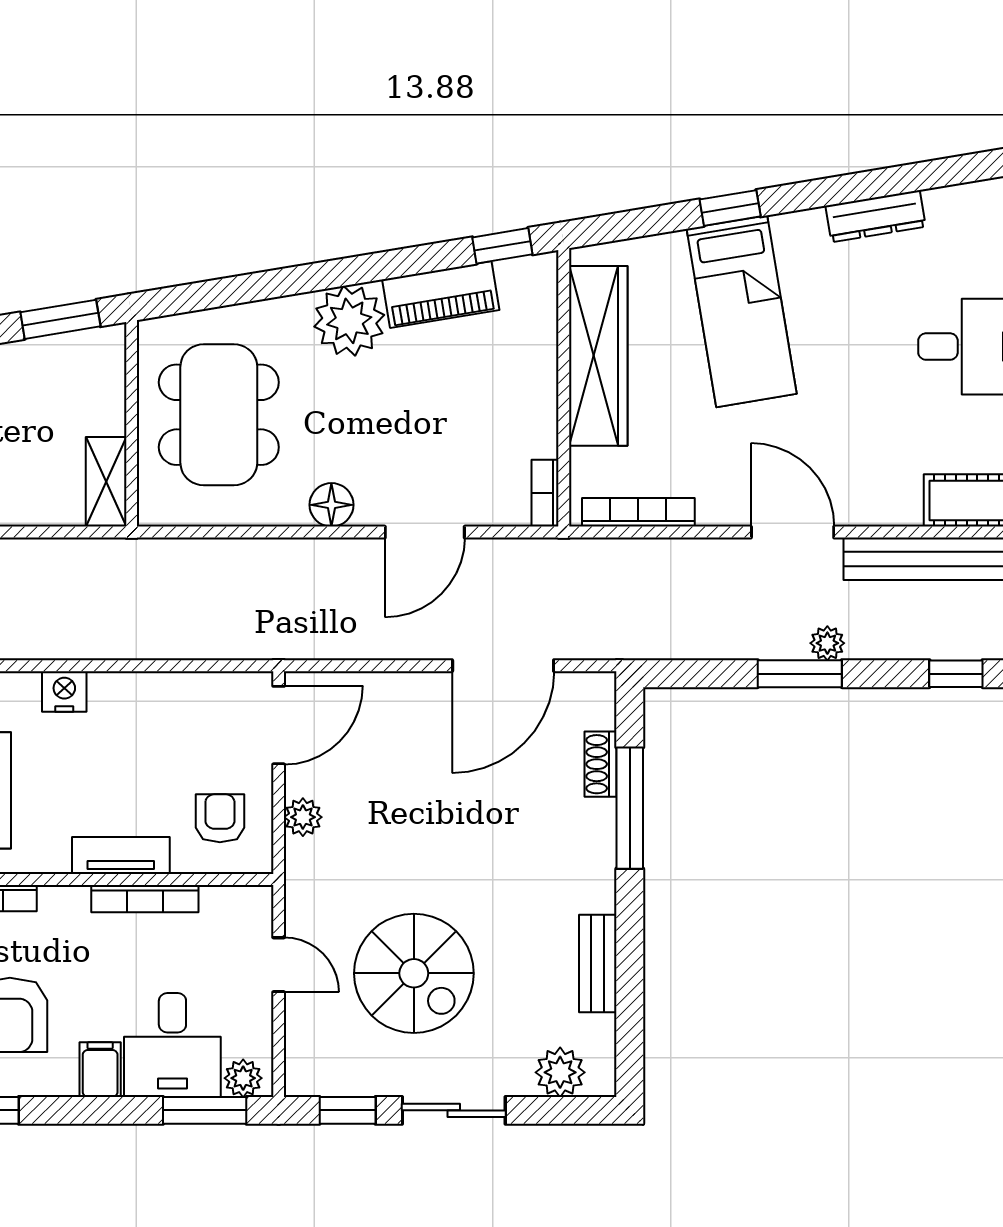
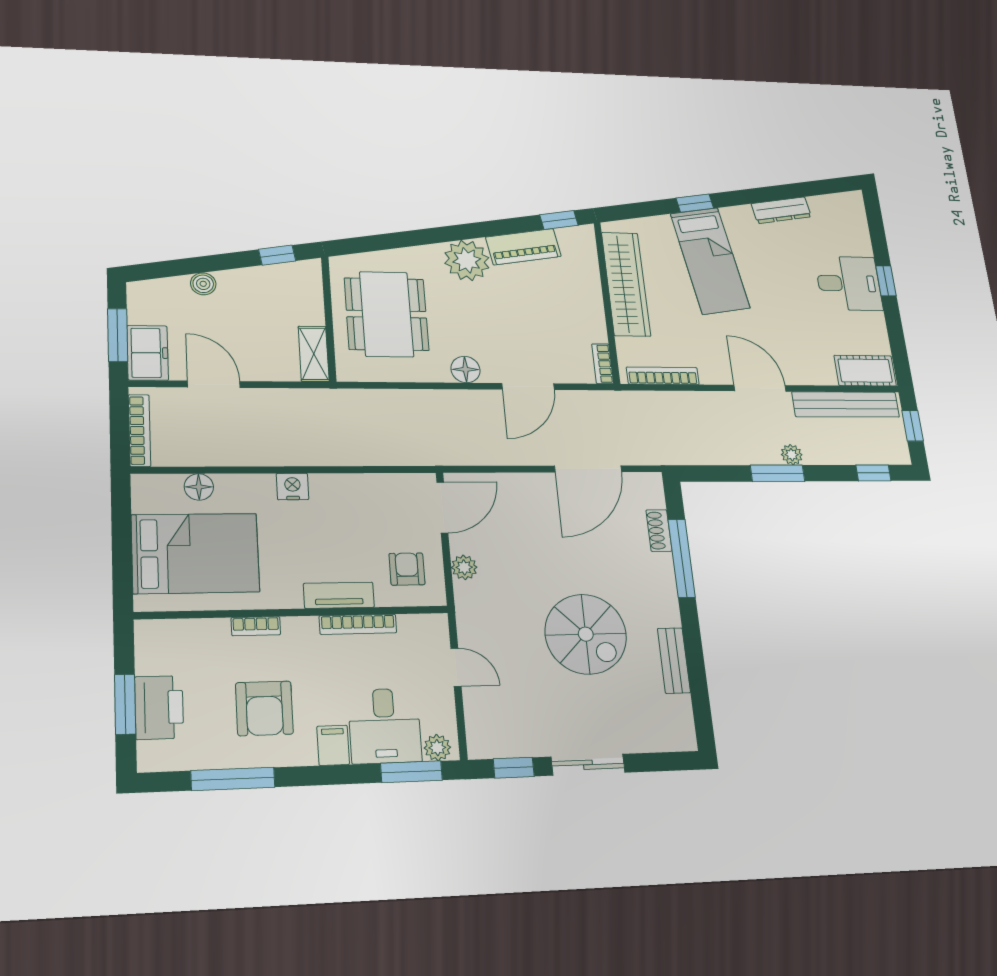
window: (60, 319) -> (277, 255), width x0.67
spiral stairs: (414, 973) -> (586, 634), moved
plant: (560, 1072) -> (658, 735), removed

